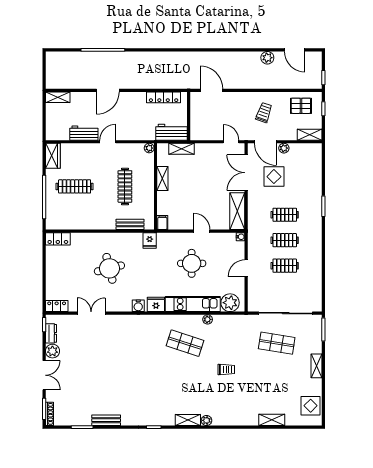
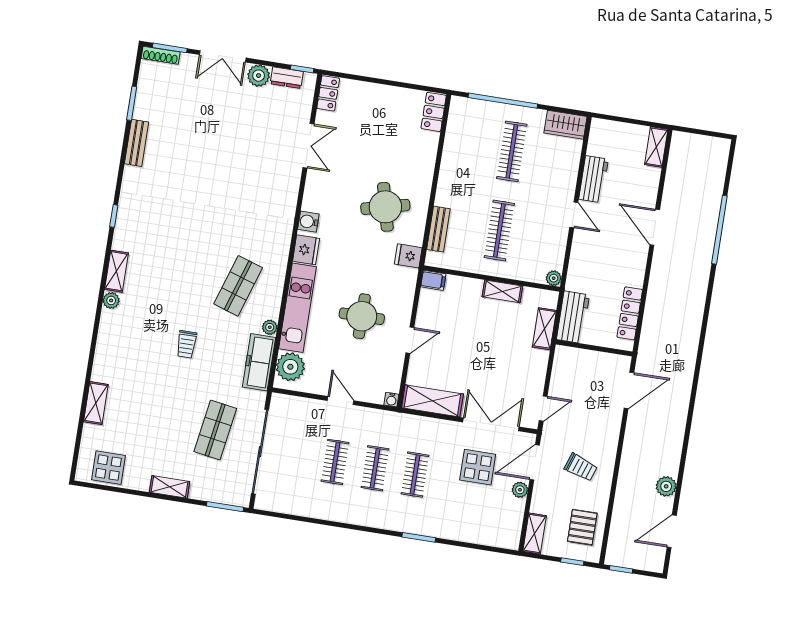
clothes rail: (125, 186) -> (499, 230), turned 90
round table: (109, 268) -> (385, 207), moved
freezer: (230, 323) -> (259, 362), added

